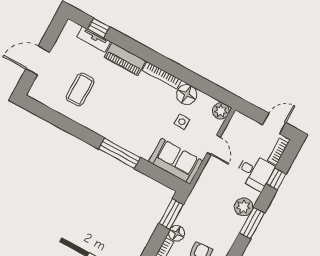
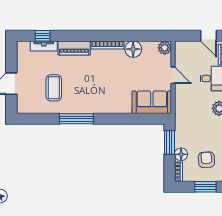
side table: (182, 122) -> (141, 71), removed
door: (274, 124) -> (208, 36), swing flipped
window: (119, 153) -> (76, 119), moved

